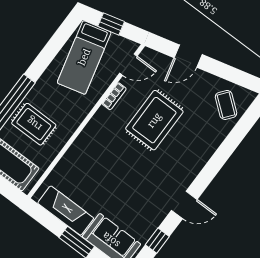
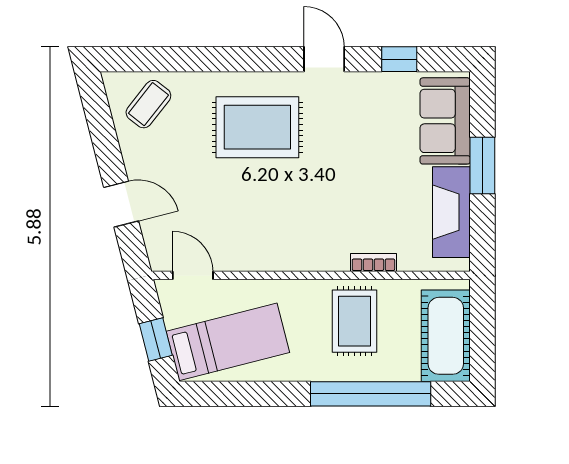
bookcase: (114, 96) -> (373, 263), moved
rug: (154, 120) -> (257, 127), moved
rug: (34, 124) -> (354, 321), moved

